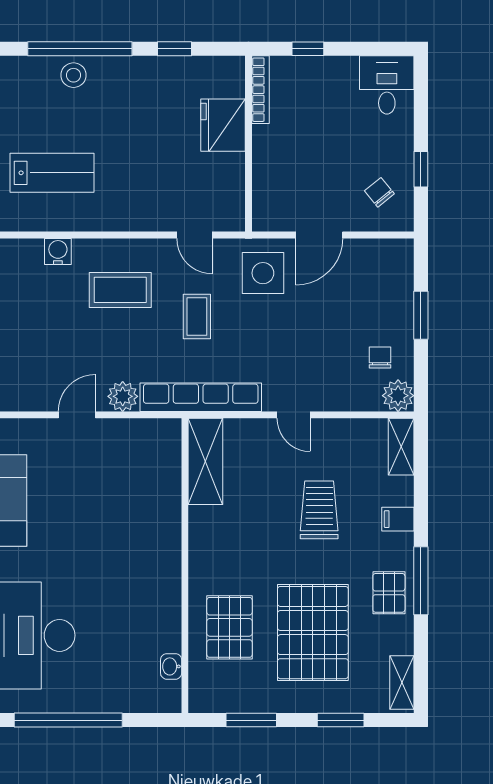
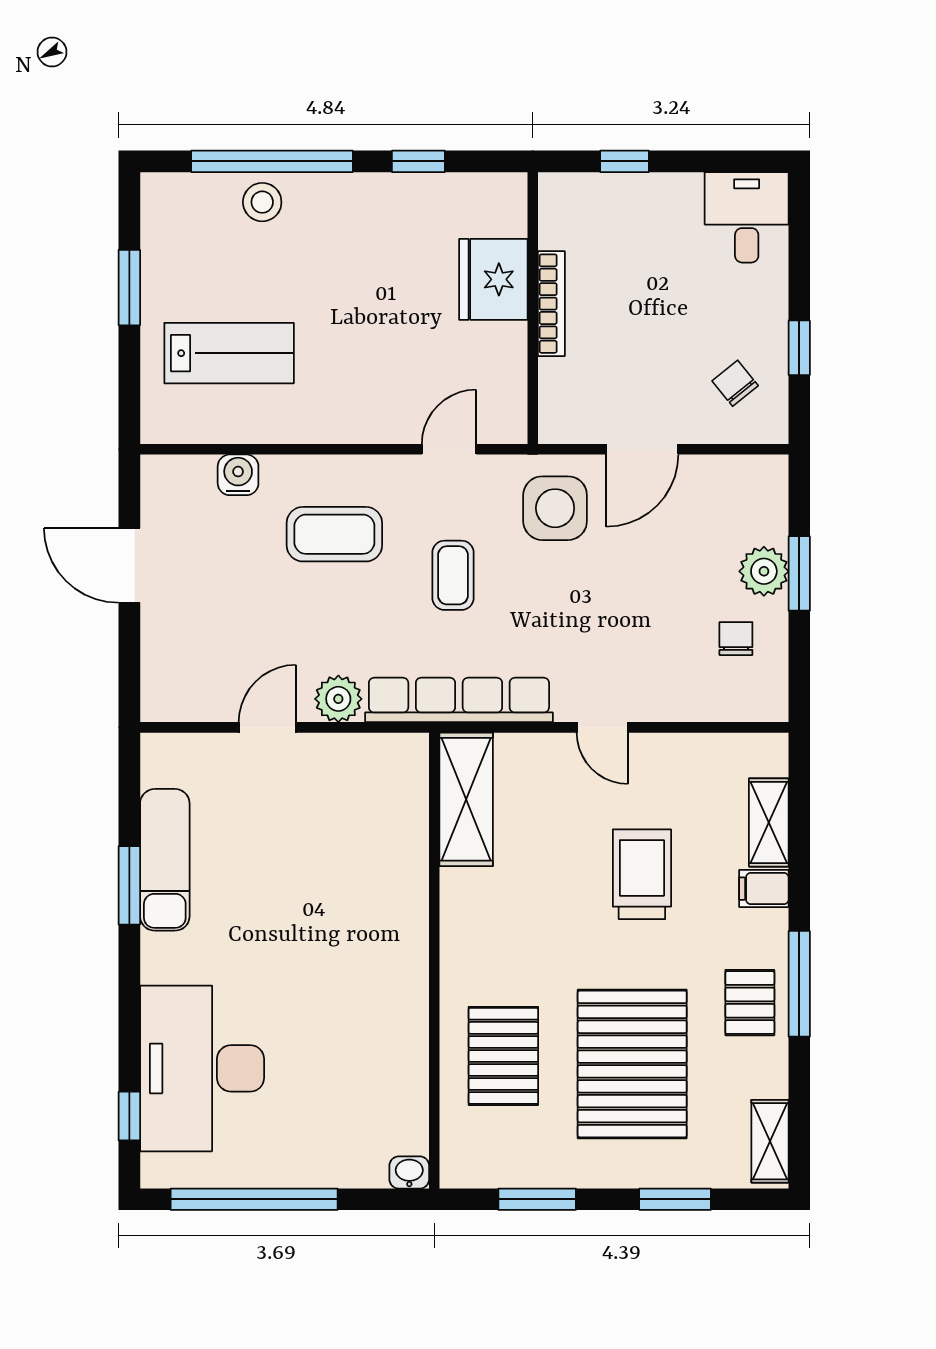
bookcase: (261, 90) -> (551, 304), moved
door: (194, 235) -> (449, 449), swing flipped
plant: (398, 396) -> (764, 571), moved
shelving: (401, 447) -> (769, 822), moved
washbasin: (171, 666) -> (409, 1172), moved, turned 90

